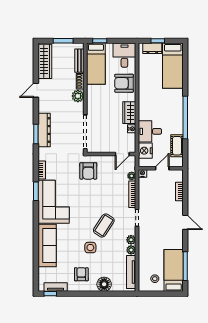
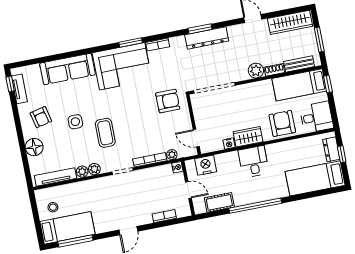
desk: (150, 131) -> (254, 162), moved
armchair: (88, 171) -> (168, 101), turned 180
coffee table: (104, 225) -> (105, 133), turned 57
armchair: (81, 274) -> (41, 117), turned 77

